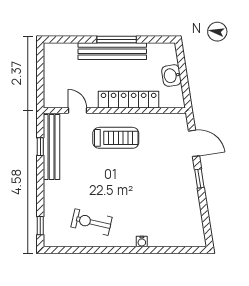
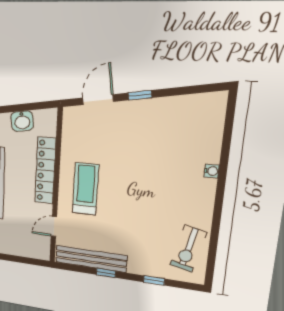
window: (40, 147) -> (106, 273), moved
exercise bike: (92, 222) -> (188, 249), moved
window: (40, 226) -> (154, 280), moved

